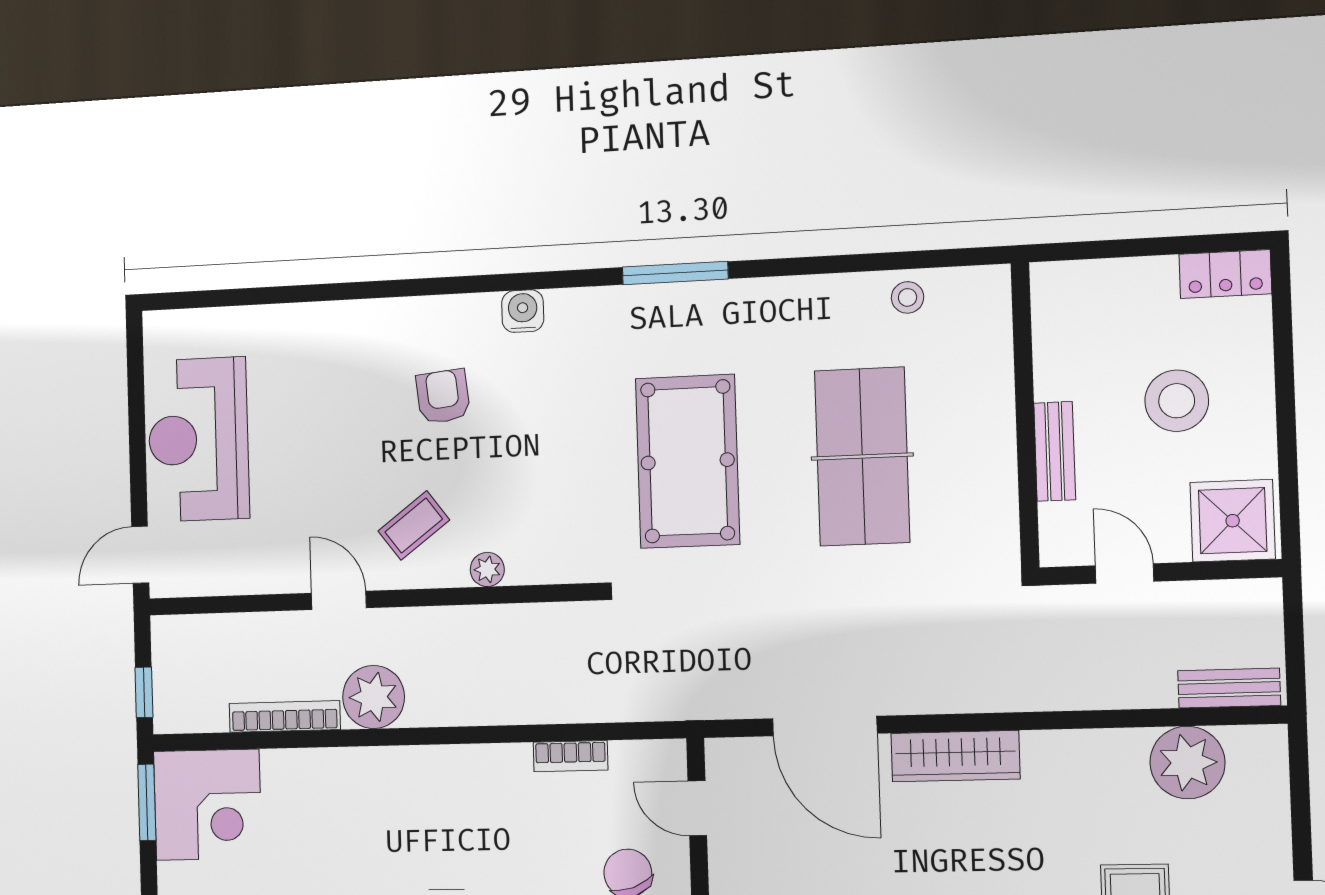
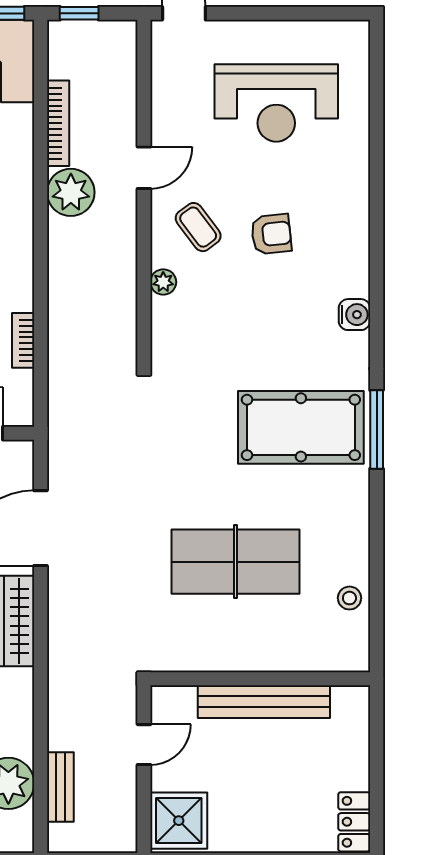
armchair: (443, 396) -> (271, 234), moved
stool: (1177, 401) -> (266, 785), removed
reception desk: (198, 439) -> (276, 103), moved, turned 180
bench: (1055, 451) -> (264, 702), width x1.86, depth x1.21
pool table: (688, 461) -> (301, 427), moved
bench: (1229, 688) -> (60, 787), moved

